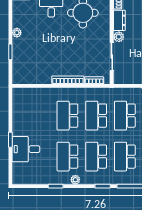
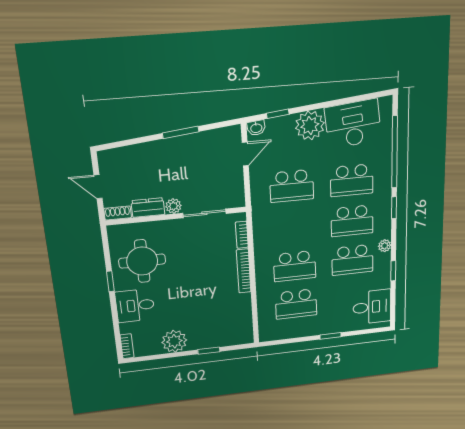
plant: (17, 33) -> (174, 341), width x1.88, depth x1.88
school desk: (96, 116) -> (296, 304), moved
desk: (26, 149) -> (372, 307), moved, turned -90

